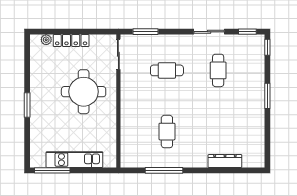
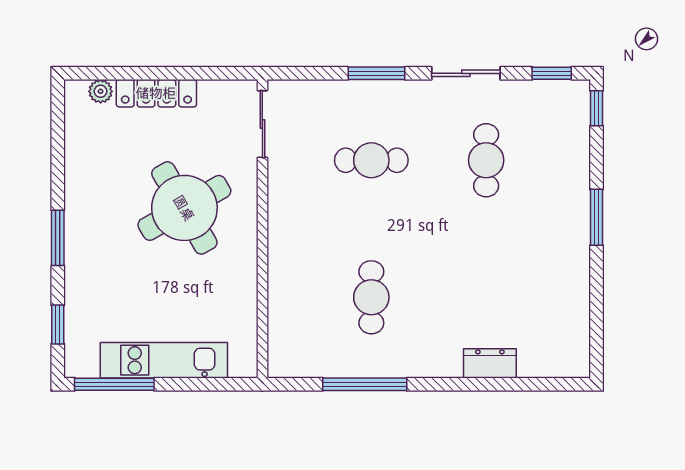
window: (145, 32) -> (376, 73), moved
round table: (84, 92) -> (184, 208), turned -30
window: (27, 144) -> (58, 324), added
dresser: (225, 161) -> (490, 363), width x0.70

